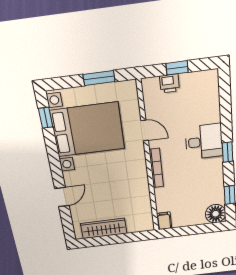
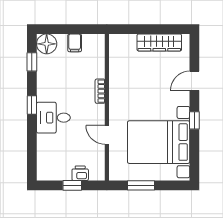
window: (46, 118) -> (194, 120), moved
bookcase: (156, 168) -> (100, 91), width x0.64
filing cabinet: (164, 221) -> (75, 43), moved

